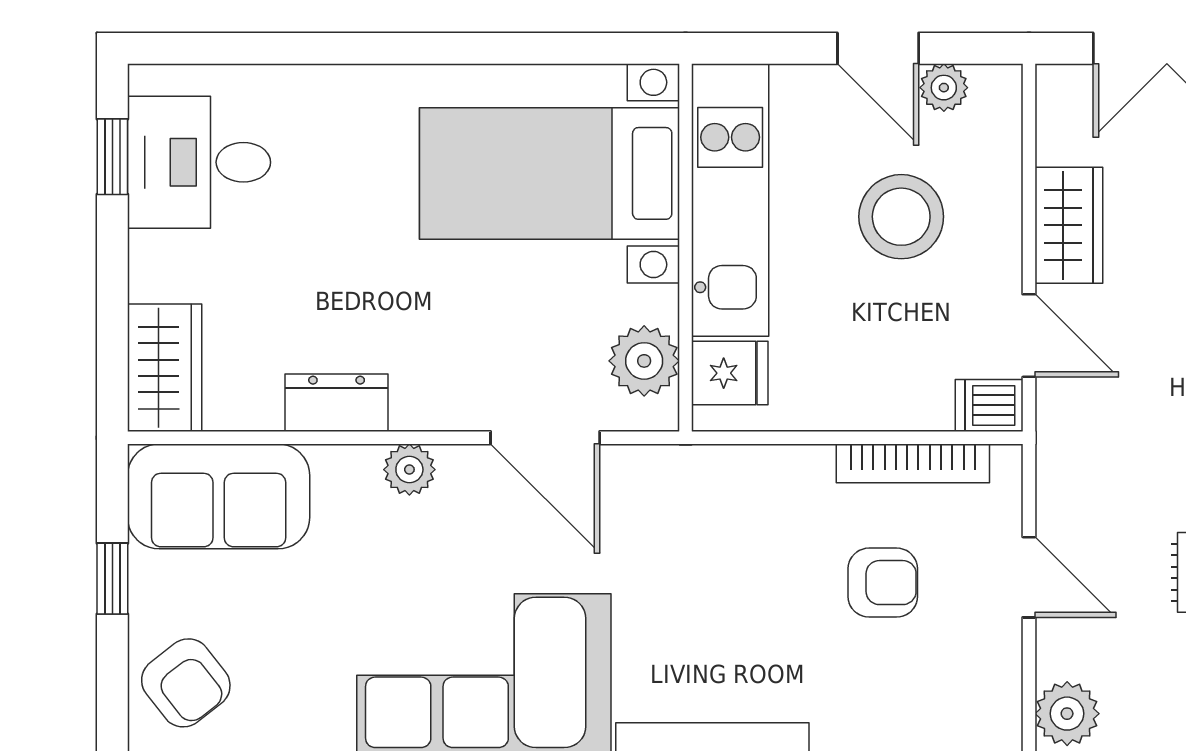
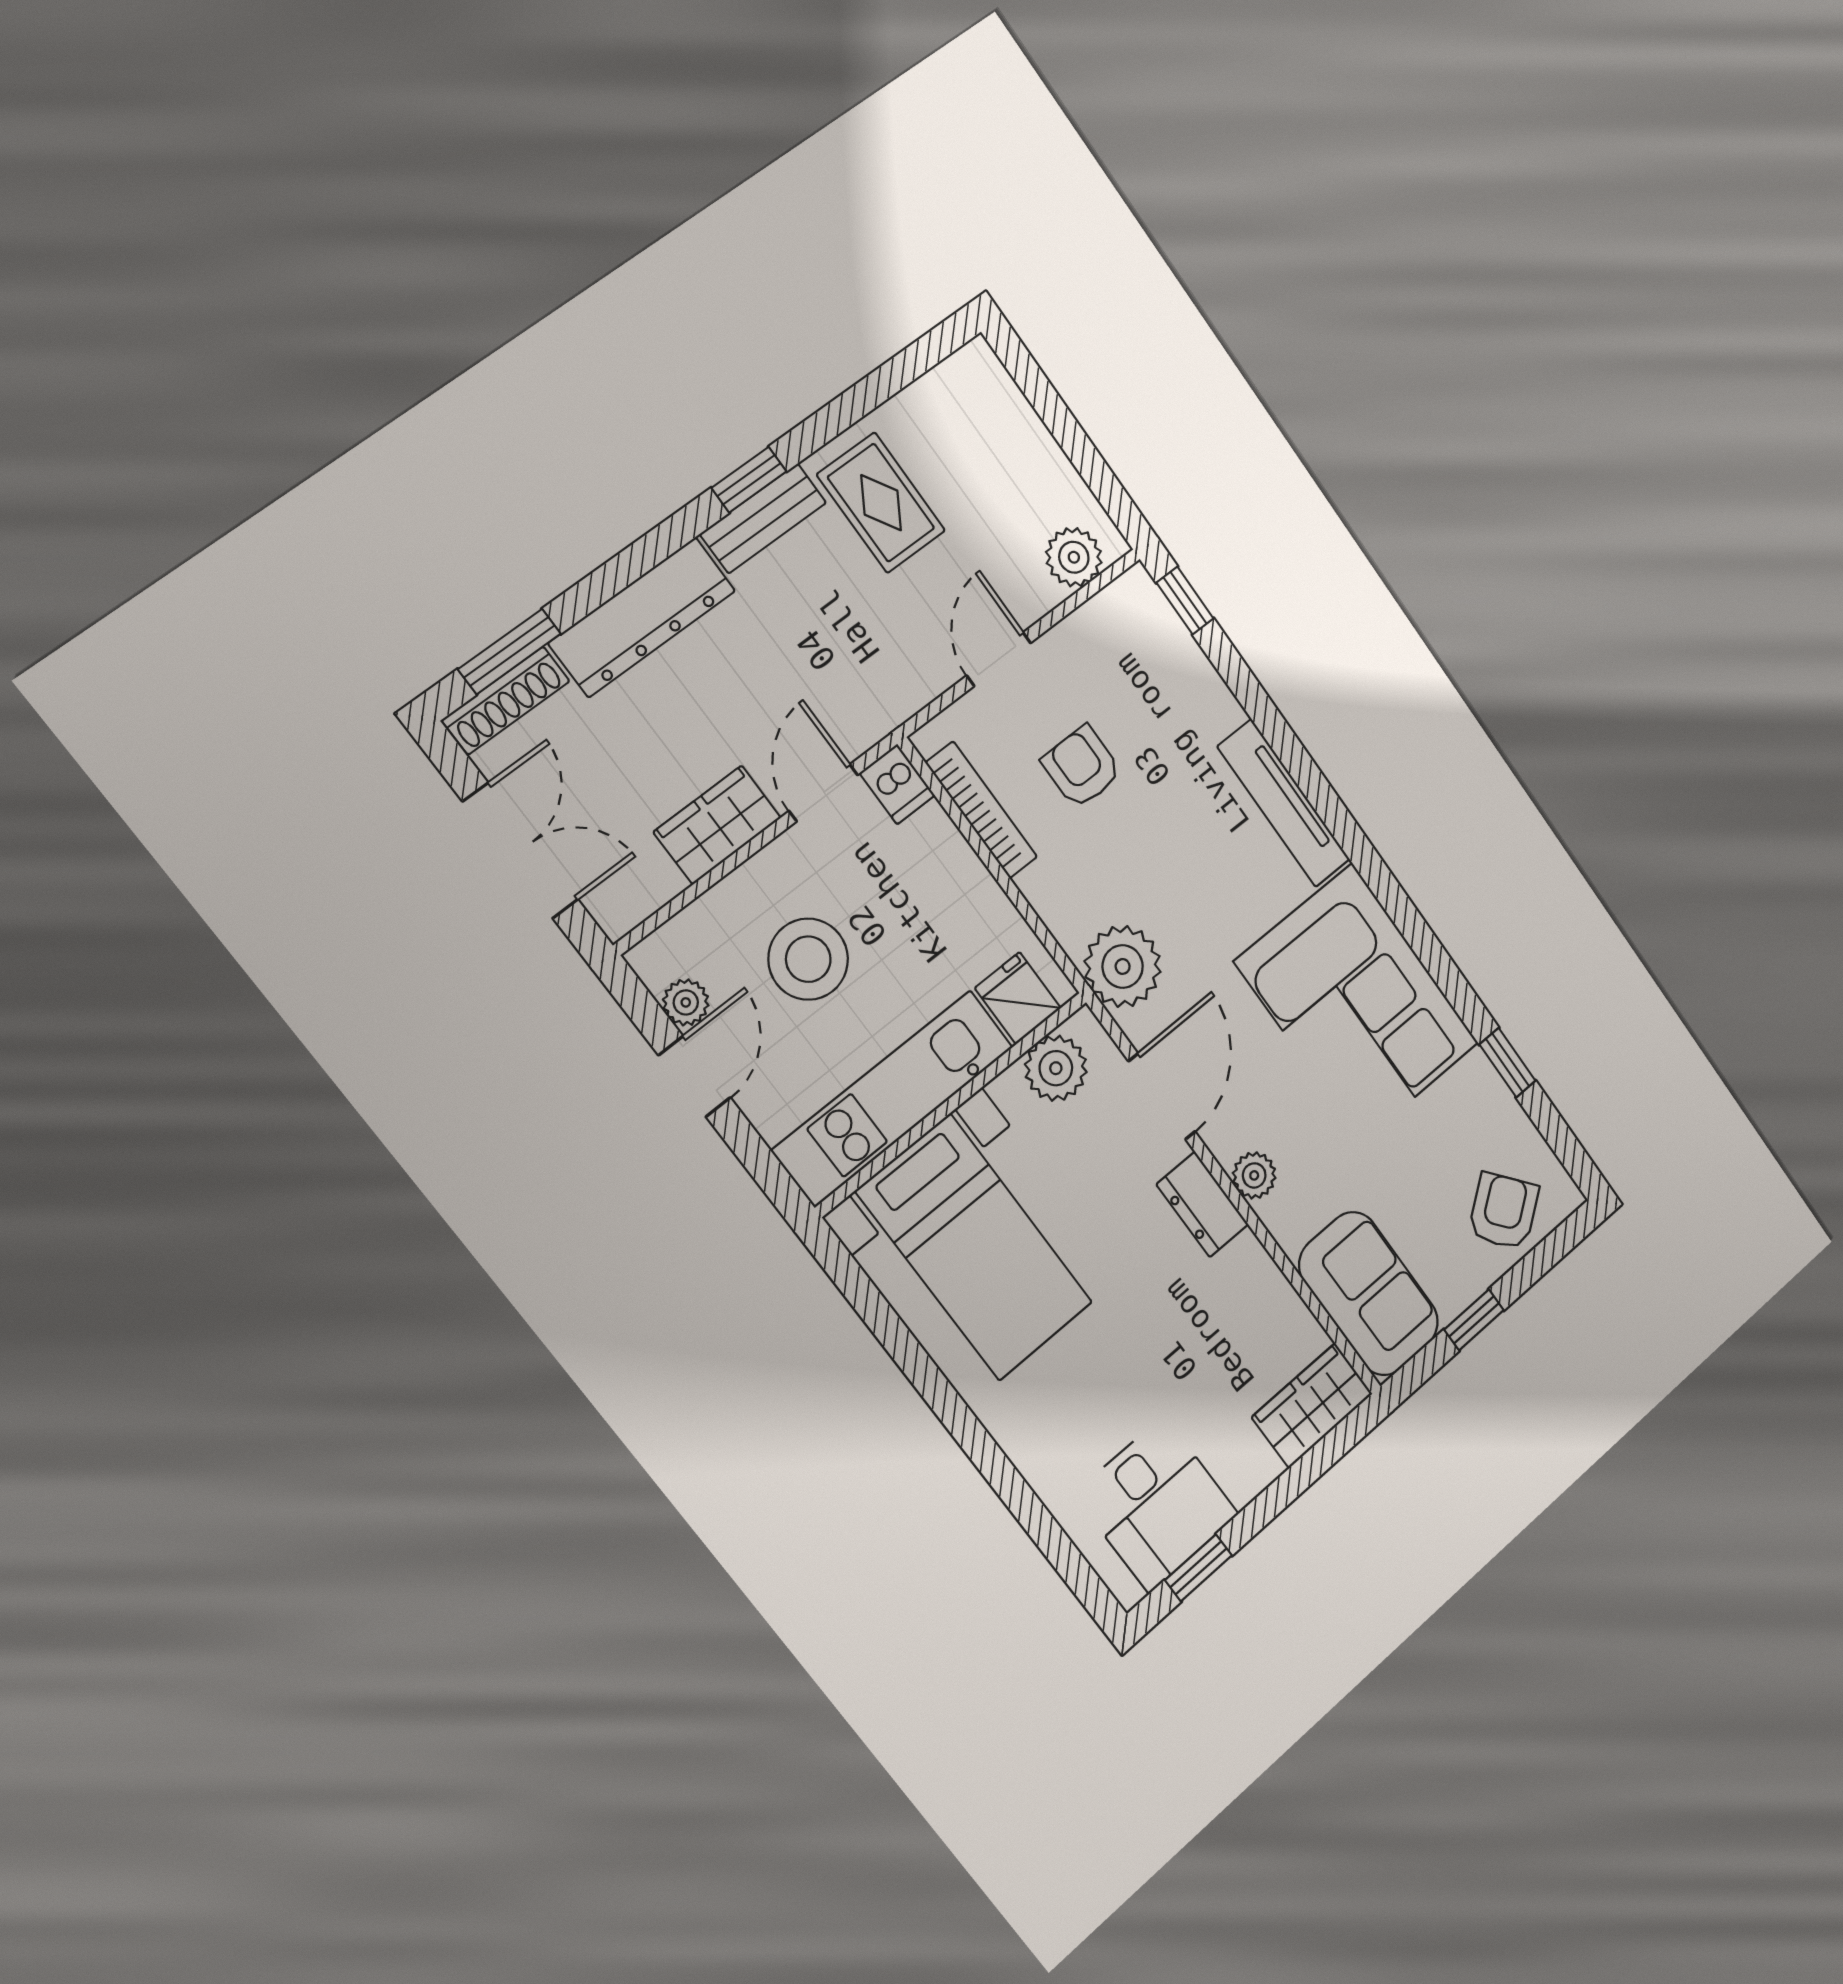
dresser: (337, 403) -> (1202, 1204), moved
plant: (684, 488) -> (1123, 966), added

